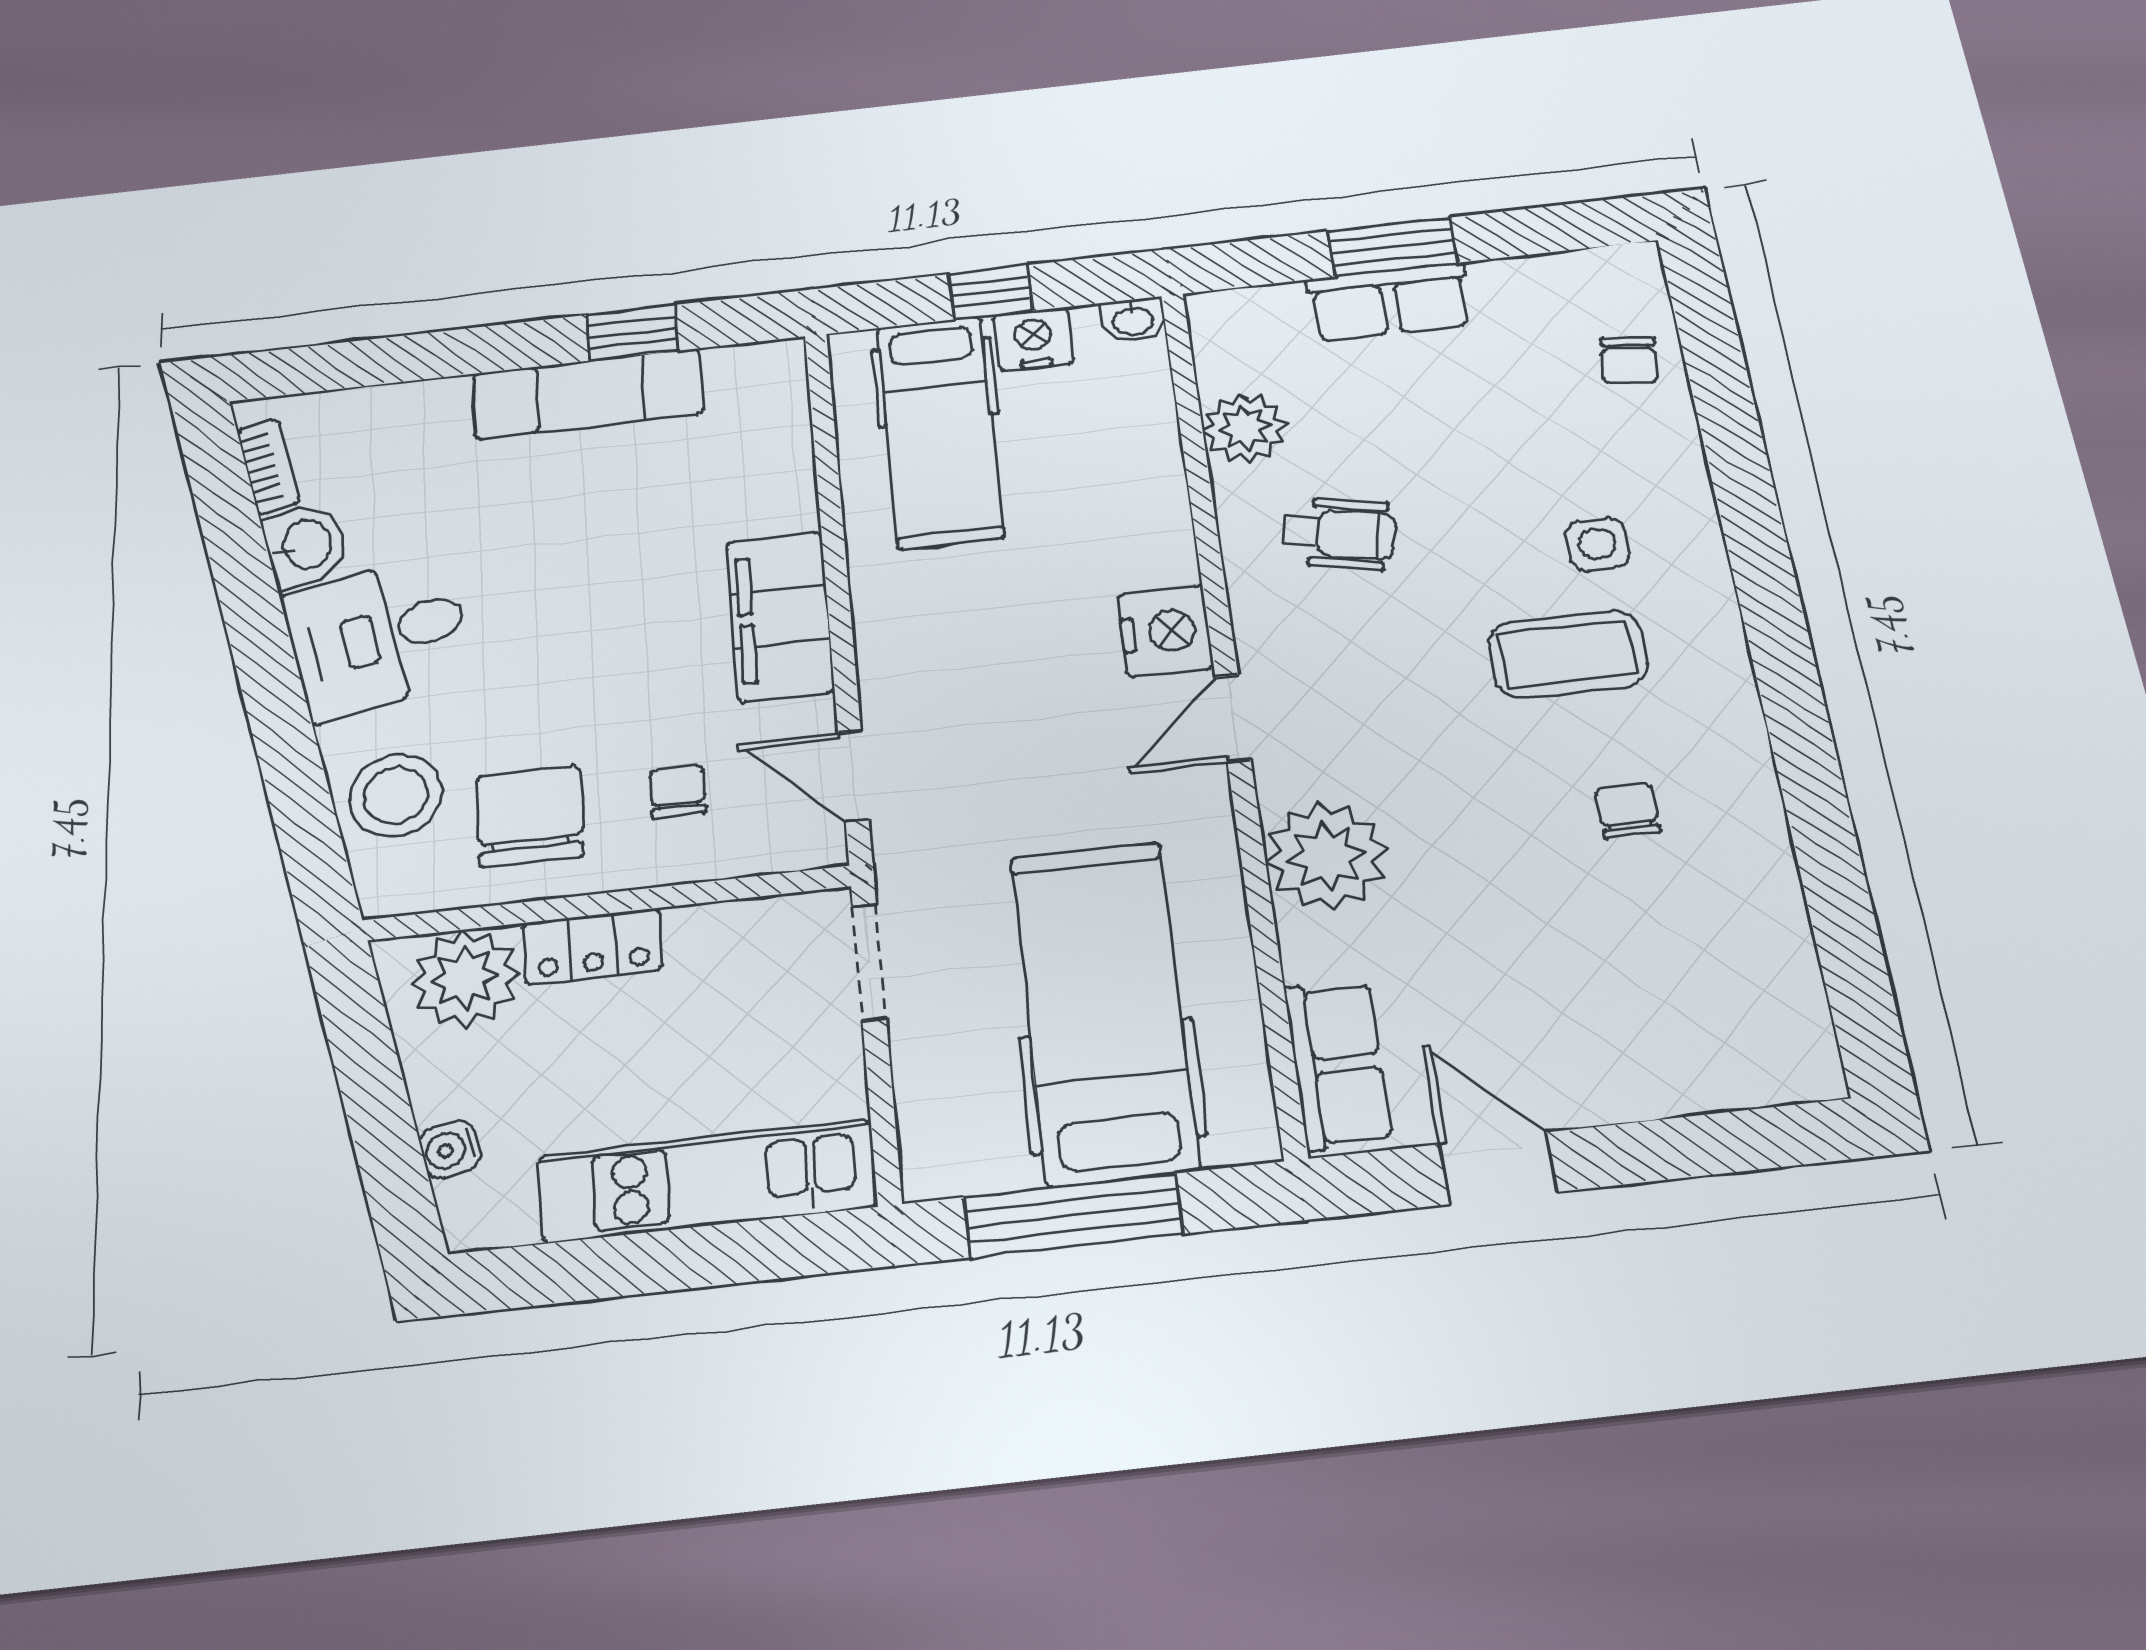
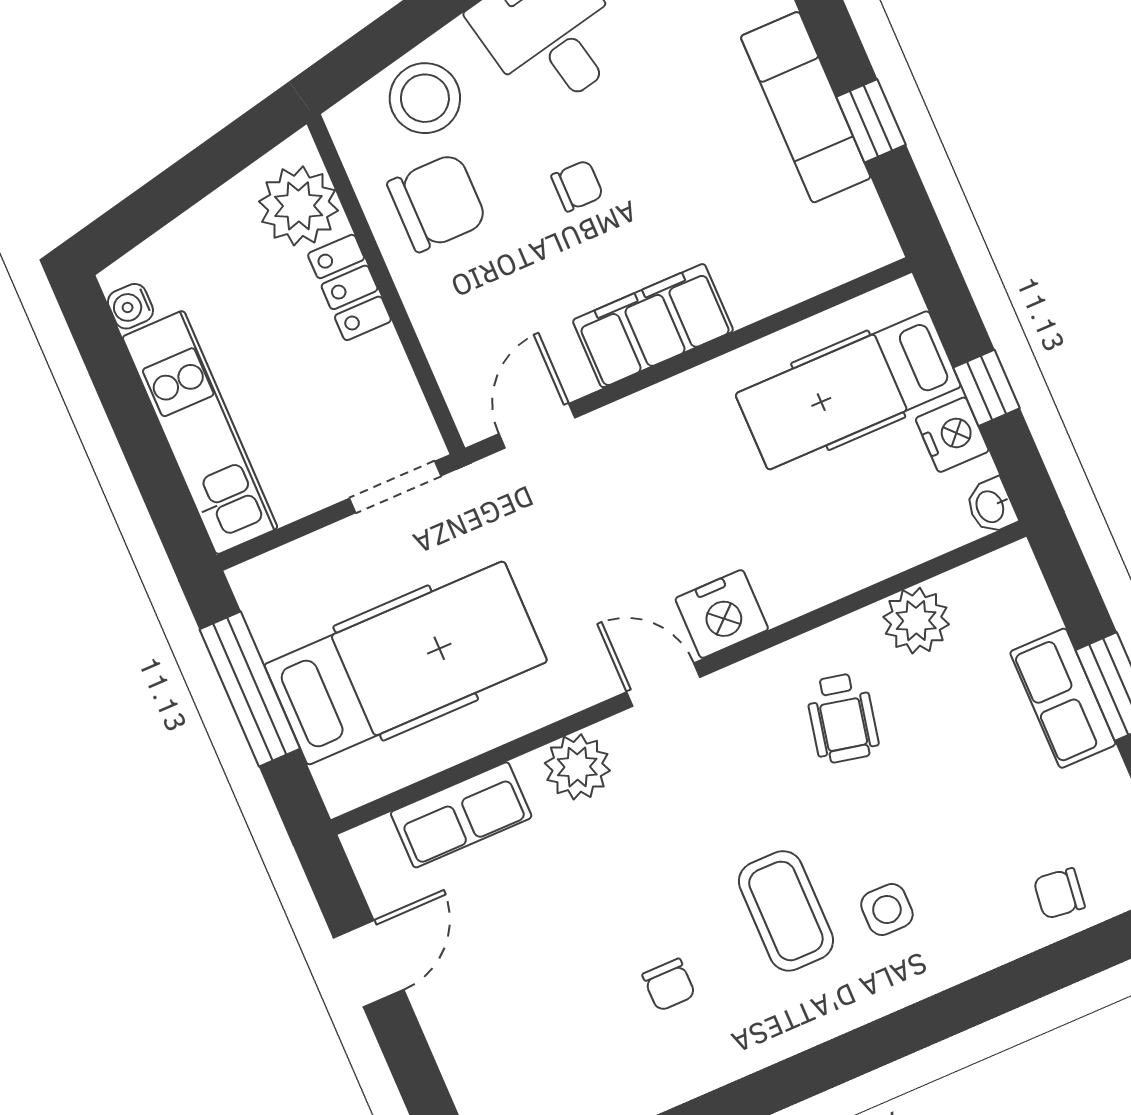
chair: (678, 792) -> (577, 186), moved
chair: (1628, 811) -> (669, 985), turned 90
plant: (1326, 856) -> (577, 767), width x0.73, depth x0.73
row of seats: (1338, 1064) -> (461, 815), moved
water cooler: (450, 1149) -> (130, 306), moved, turned -78

